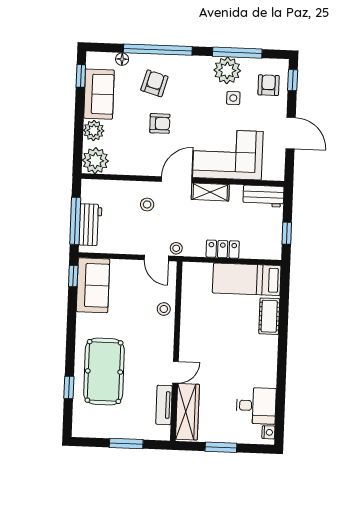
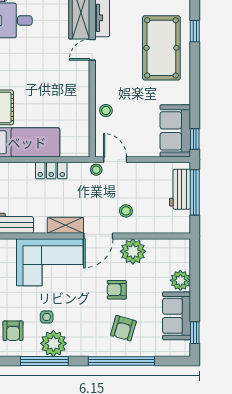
floor lamp: (122, 59) -> (156, 350), removed
plant: (95, 161) -> (133, 251), moved

